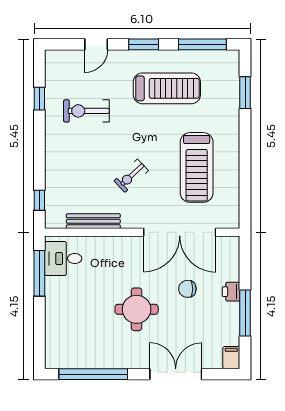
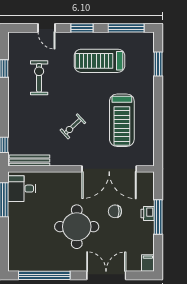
door: (96, 44) -> (46, 28), hinge flipped
treadmill: (167, 88) -> (99, 61), turned 180
exercise bike: (86, 111) -> (39, 78), turned 90
bench: (93, 221) -> (30, 161), moved
round table: (137, 309) -> (77, 227), width x1.36, depth x1.36
window: (245, 313) -> (158, 217), moved

